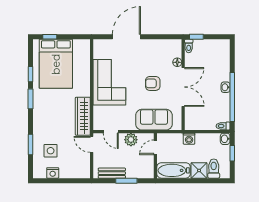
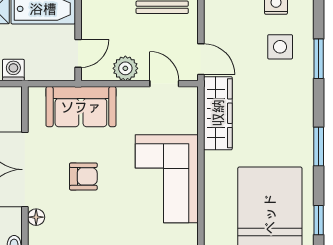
window: (31, 74) -> (319, 220), moved

